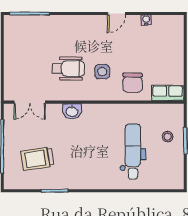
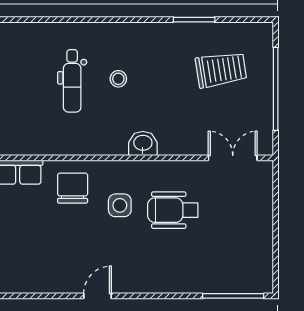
water cooler: (146, 20) -> (51, 286), removed
washbasin: (72, 111) -> (143, 143), moved
stool: (168, 137) -> (118, 79), moved
dental chair: (133, 151) -> (72, 81), width x0.73, depth x0.72

